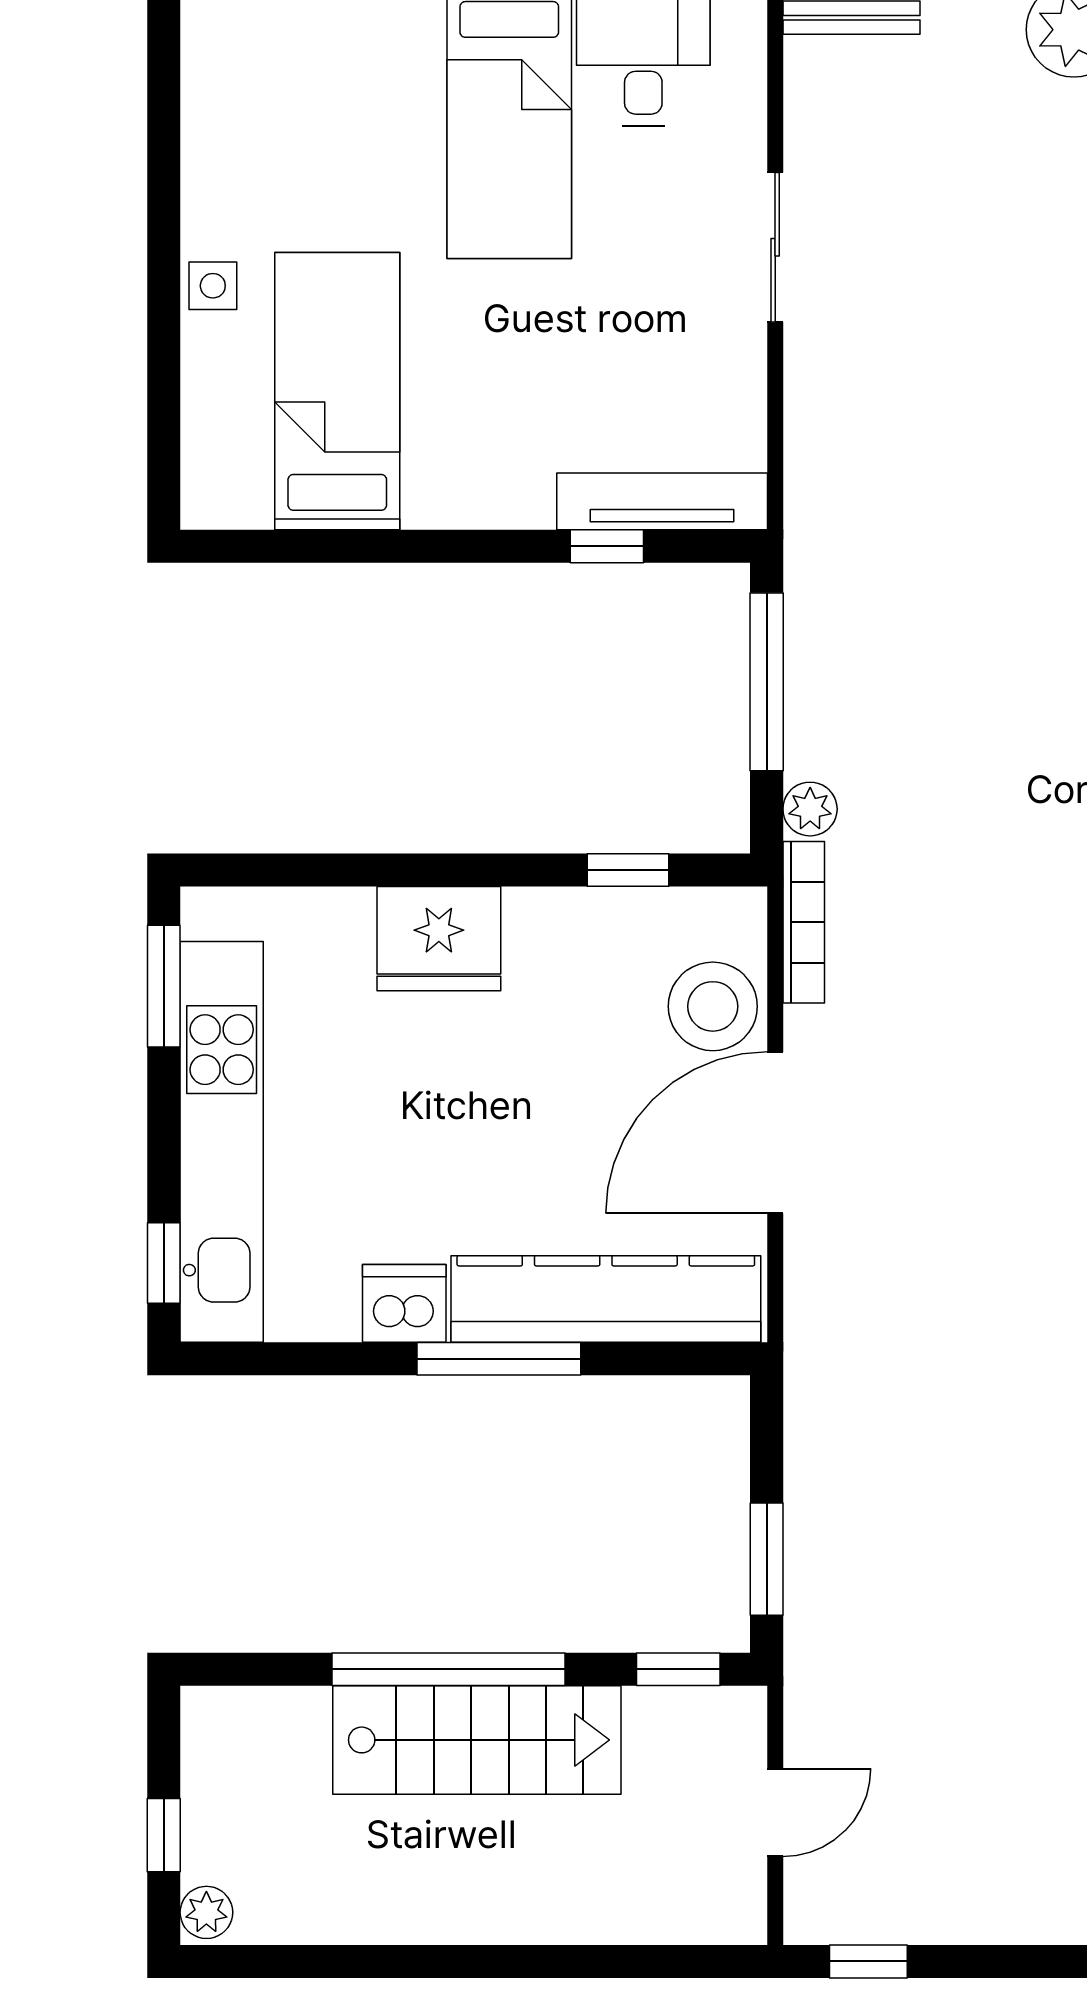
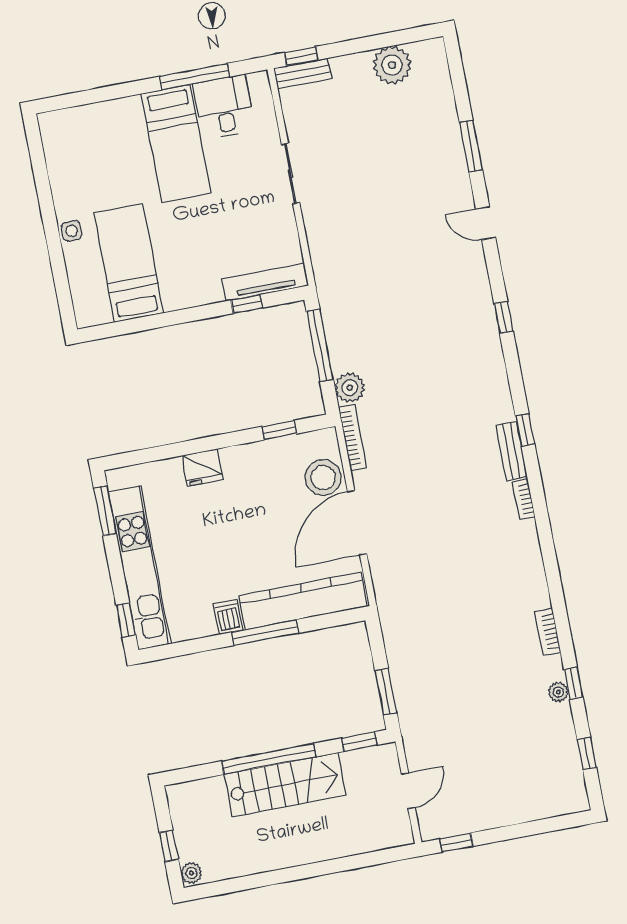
plant: (810, 809) -> (350, 388), width x1.38, depth x1.38
fridge: (439, 939) -> (202, 467), width x0.73, depth x0.75
dishwasher: (404, 1303) -> (228, 617), width x0.73

